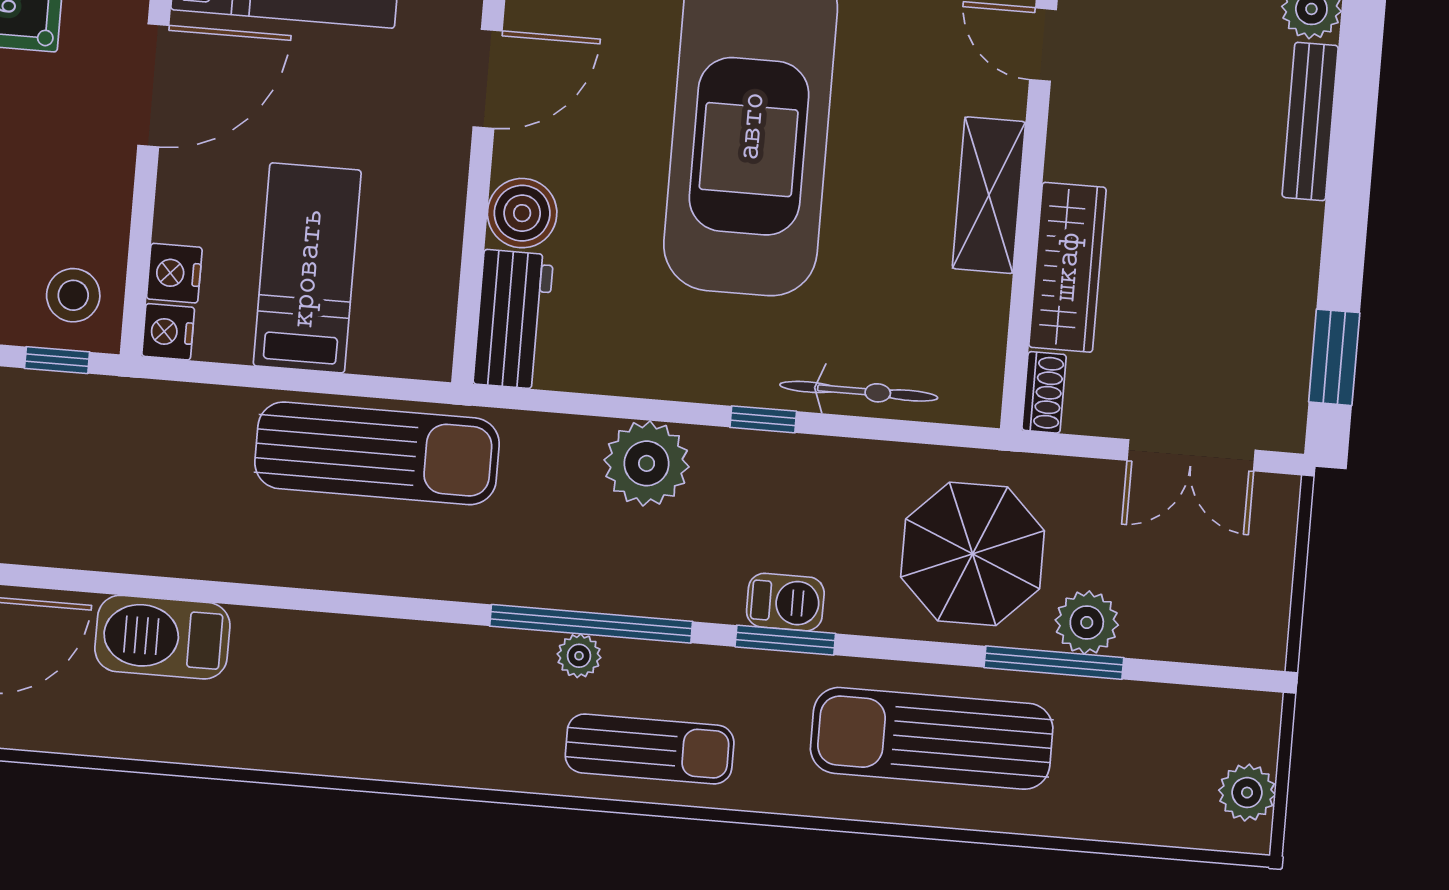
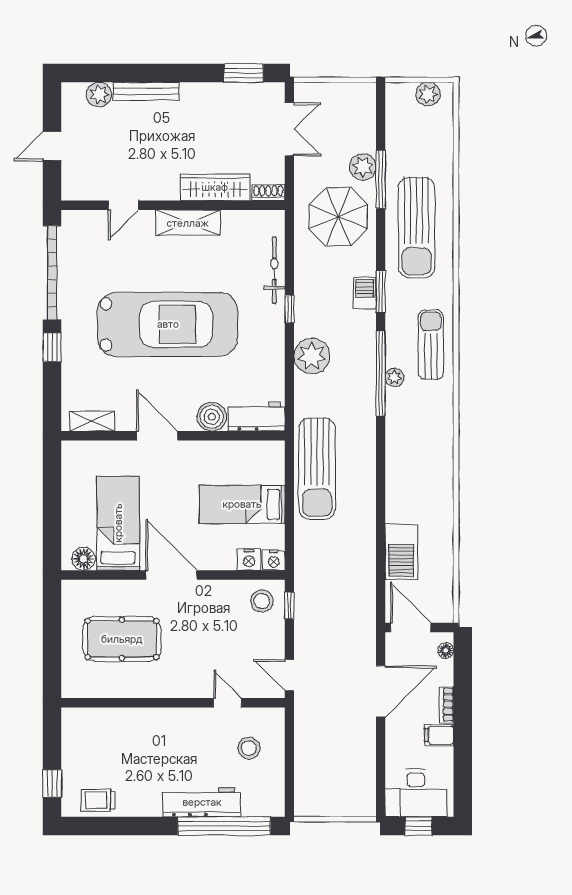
sun lounger: (377, 453) -> (317, 469), turned 180

